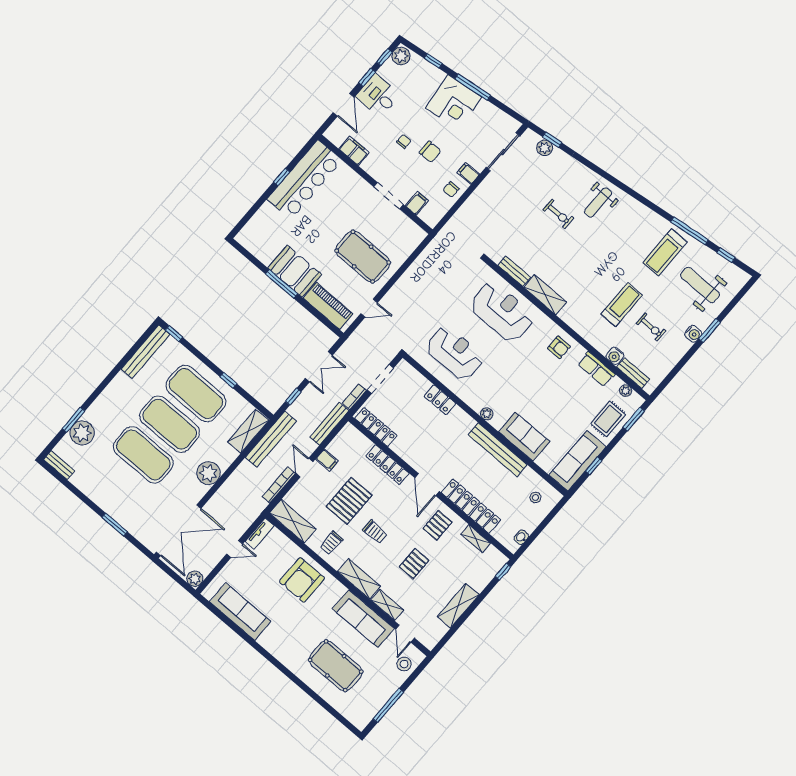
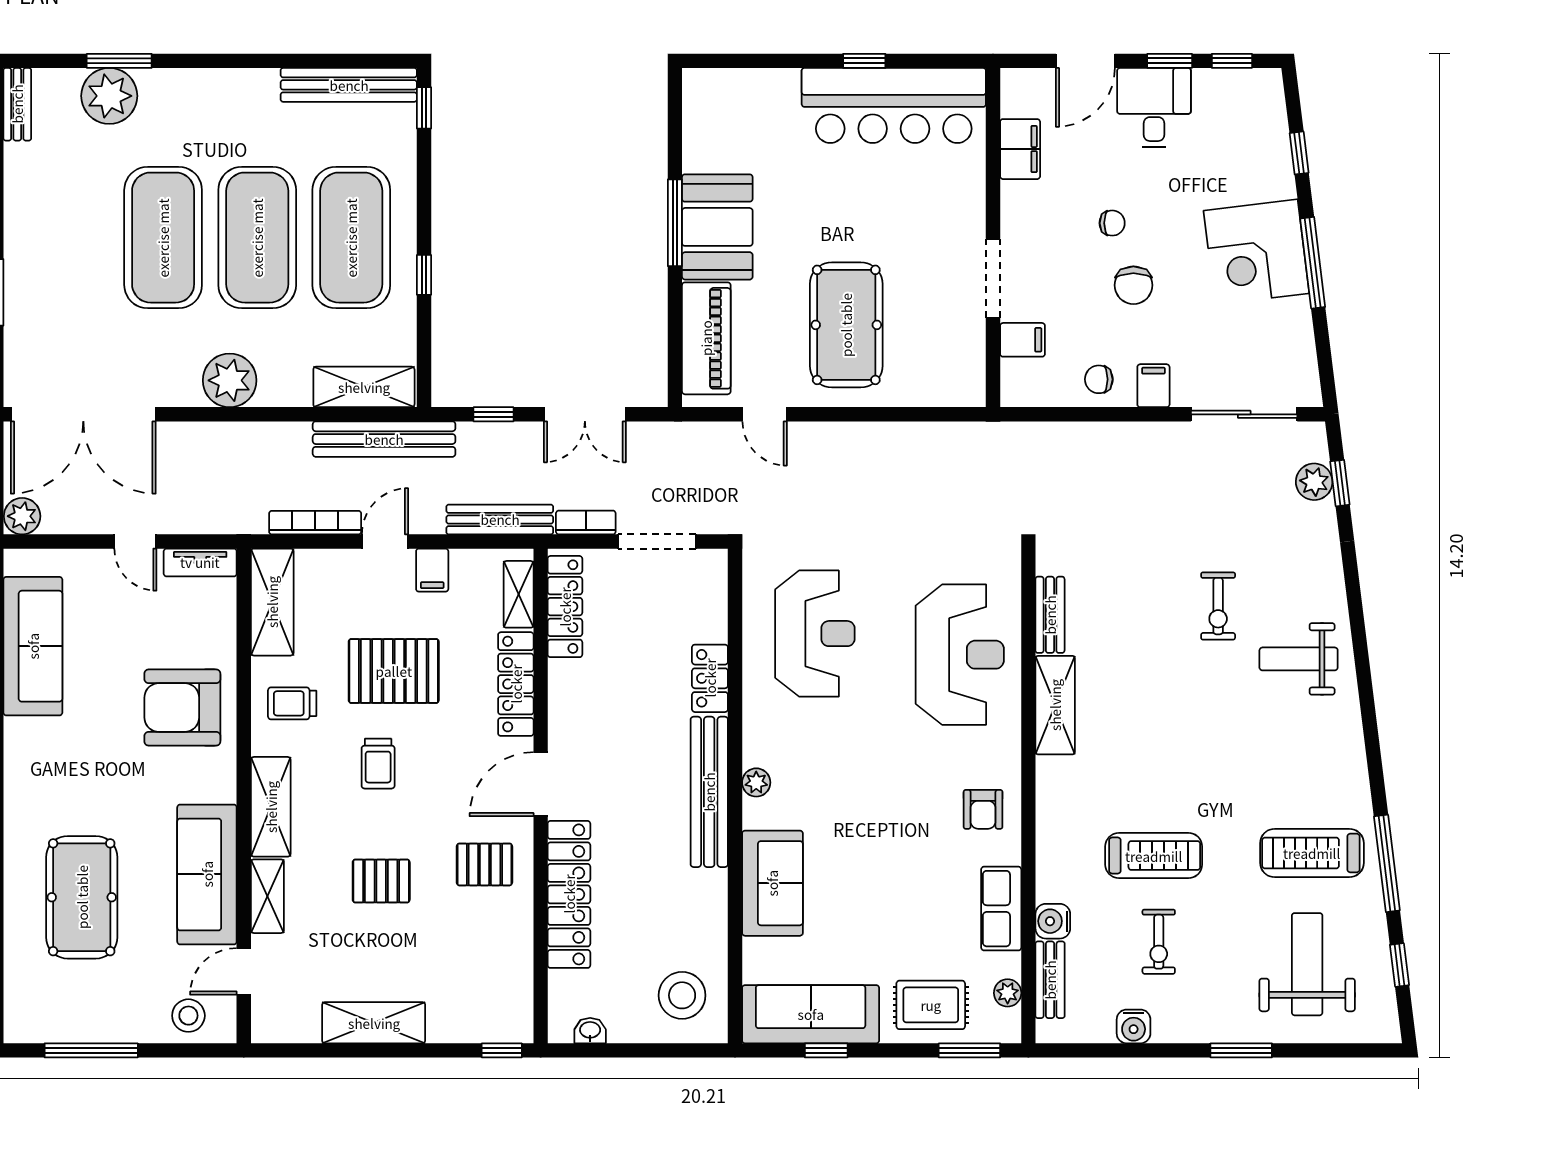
plant: (401, 56) -> (1259, 89), removed
water cooler: (693, 334) -> (1134, 1026), moved
bench: (498, 450) -> (709, 792), moved
stool: (535, 497) -> (682, 995), width x1.89, depth x1.89
shelving: (476, 539) -> (519, 594), moved

